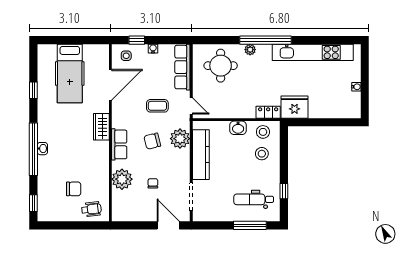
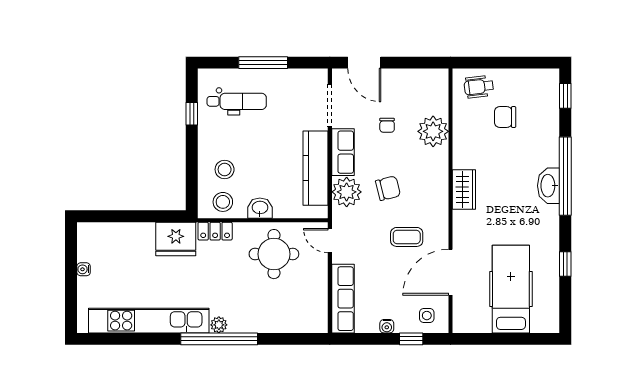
plant: (250, 50) -> (219, 325), moved
round table: (221, 66) -> (274, 254), moved
coffee table: (157, 106) -> (407, 237), moved
wardrobe: (101, 127) -> (464, 189), moved
row of seats: (119, 144) -> (343, 152), moved, turned 180
washbasin: (42, 149) -> (548, 186), width x1.91, depth x1.45
window: (250, 225) -> (263, 63), moved

